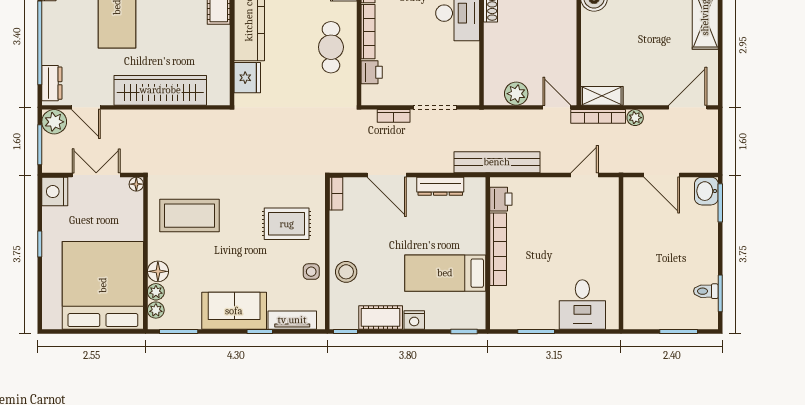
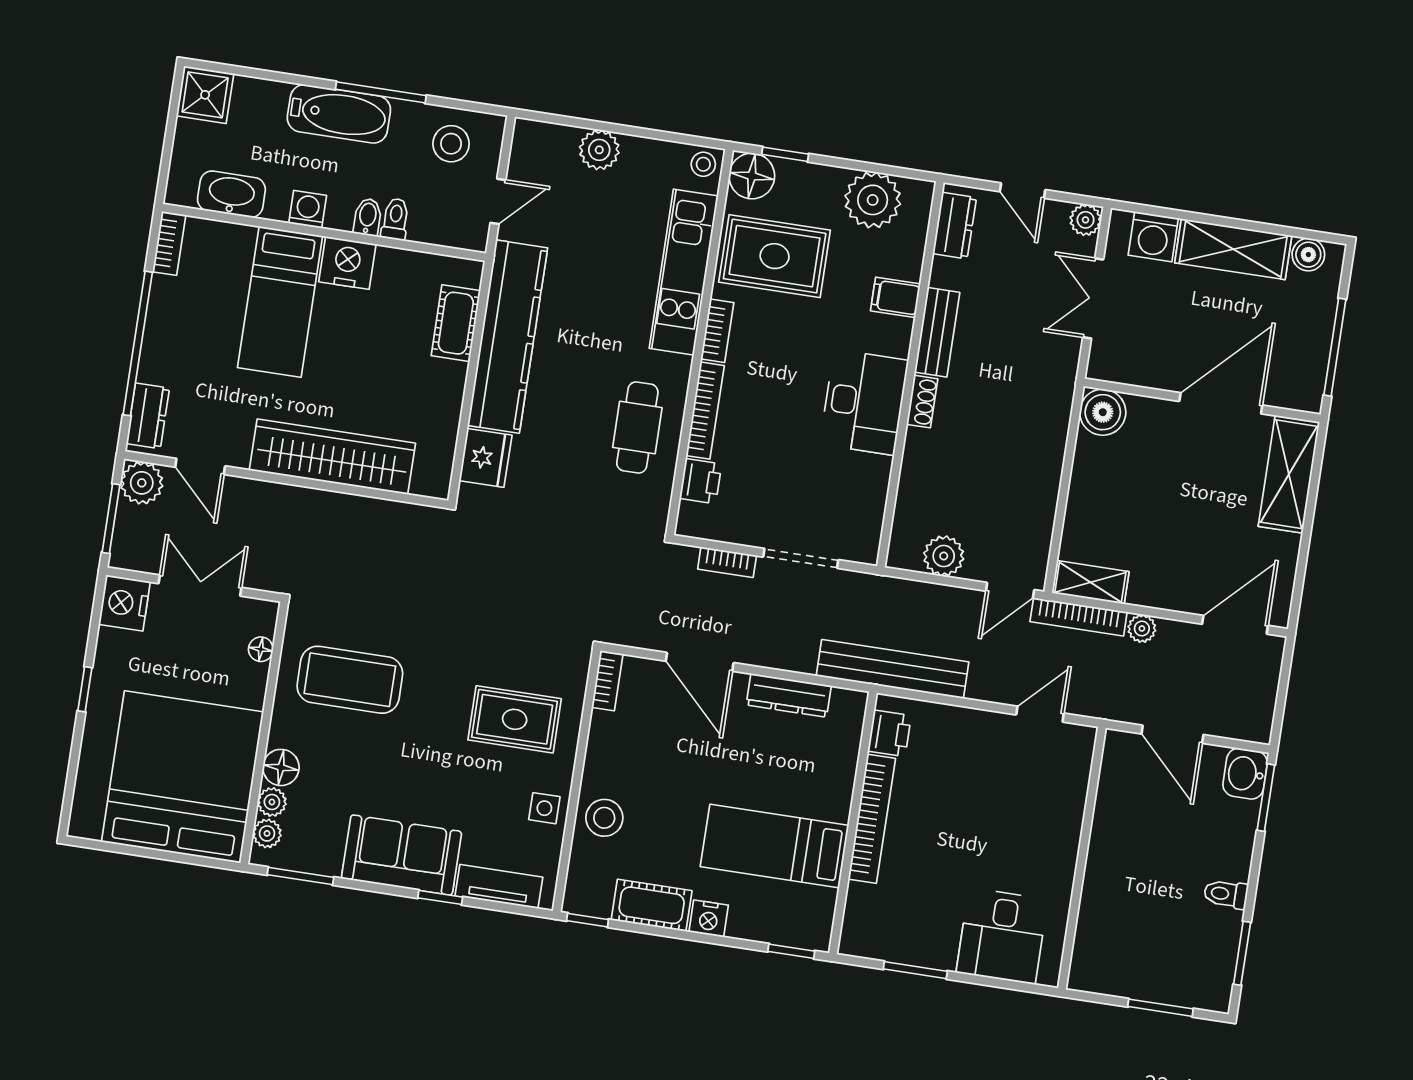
door: (557, 107) -> (1010, 590), swing flipped
floor lamp: (136, 184) -> (261, 649), moved
toilet: (706, 291) -> (1226, 894), moved

